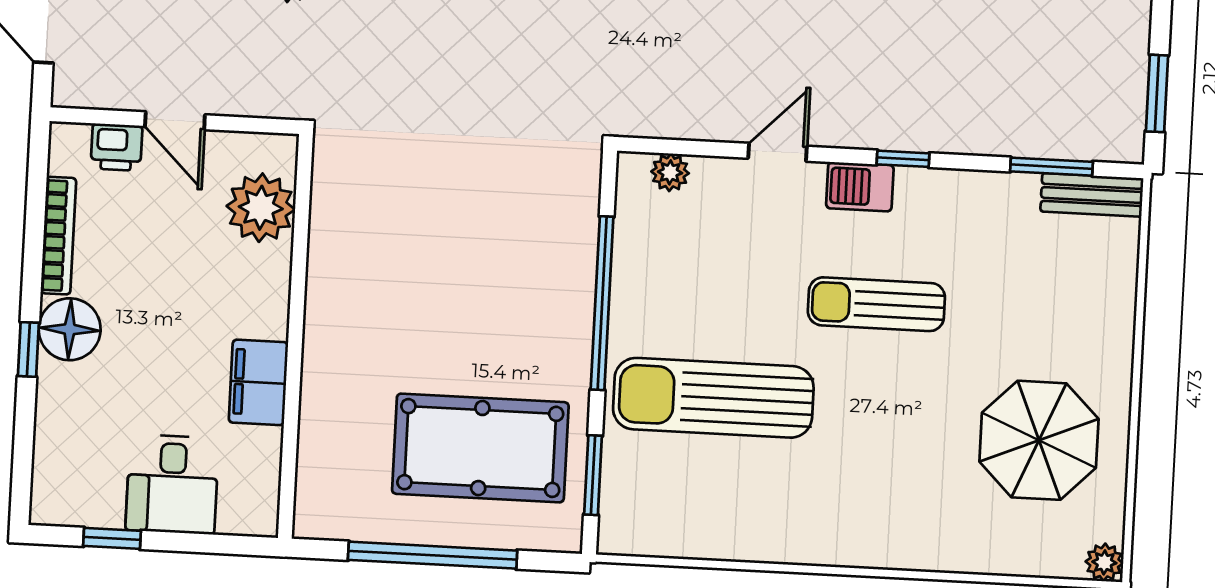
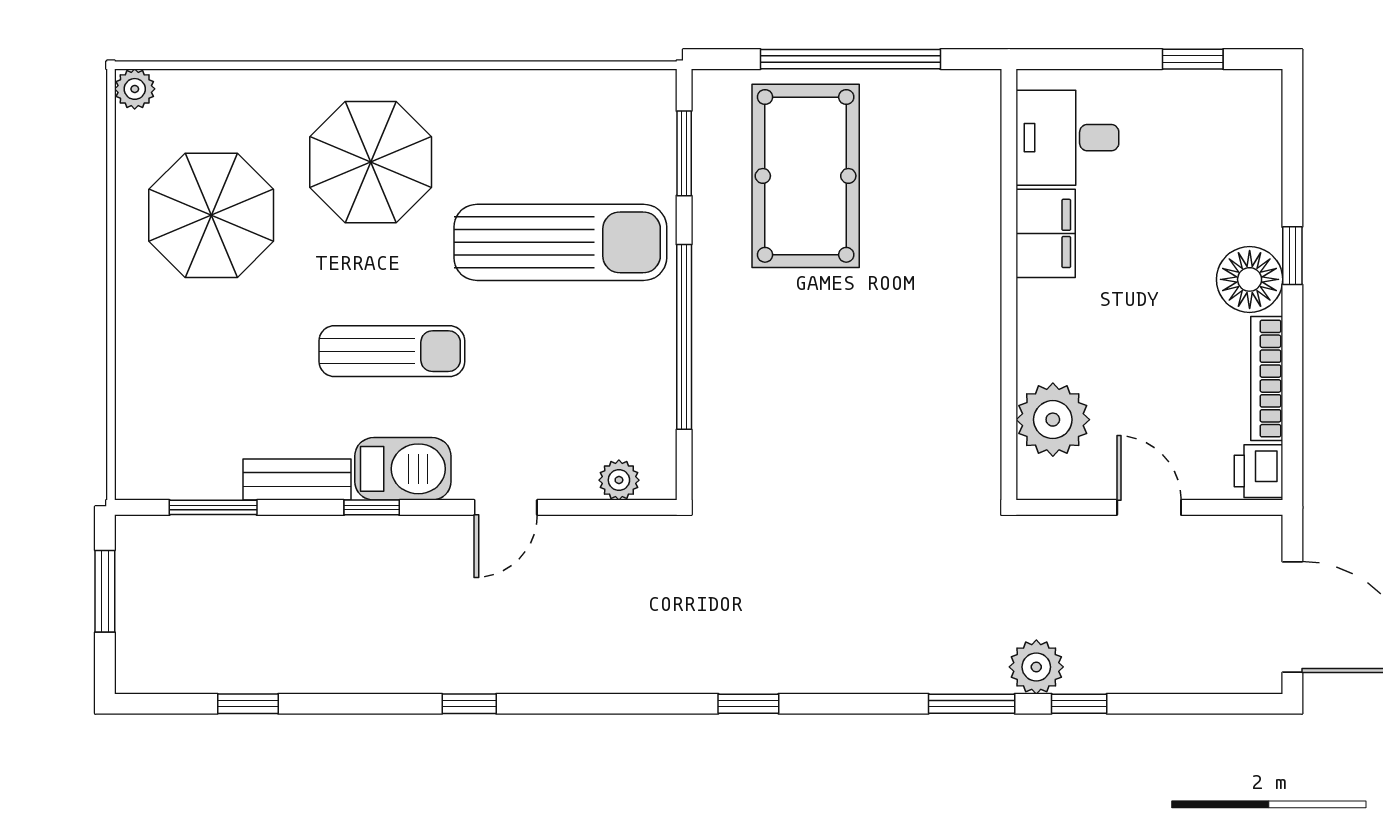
printer: (117, 147) -> (1259, 471), moved, turned -90
barbecue: (860, 187) -> (403, 469), width x1.38, depth x1.27
bench: (1092, 195) -> (297, 480), moved
pool table: (480, 448) -> (806, 176), turned 90
parasol: (887, 482) -> (371, 162), added
desk: (172, 484) -> (1067, 138), moved, turned -90

